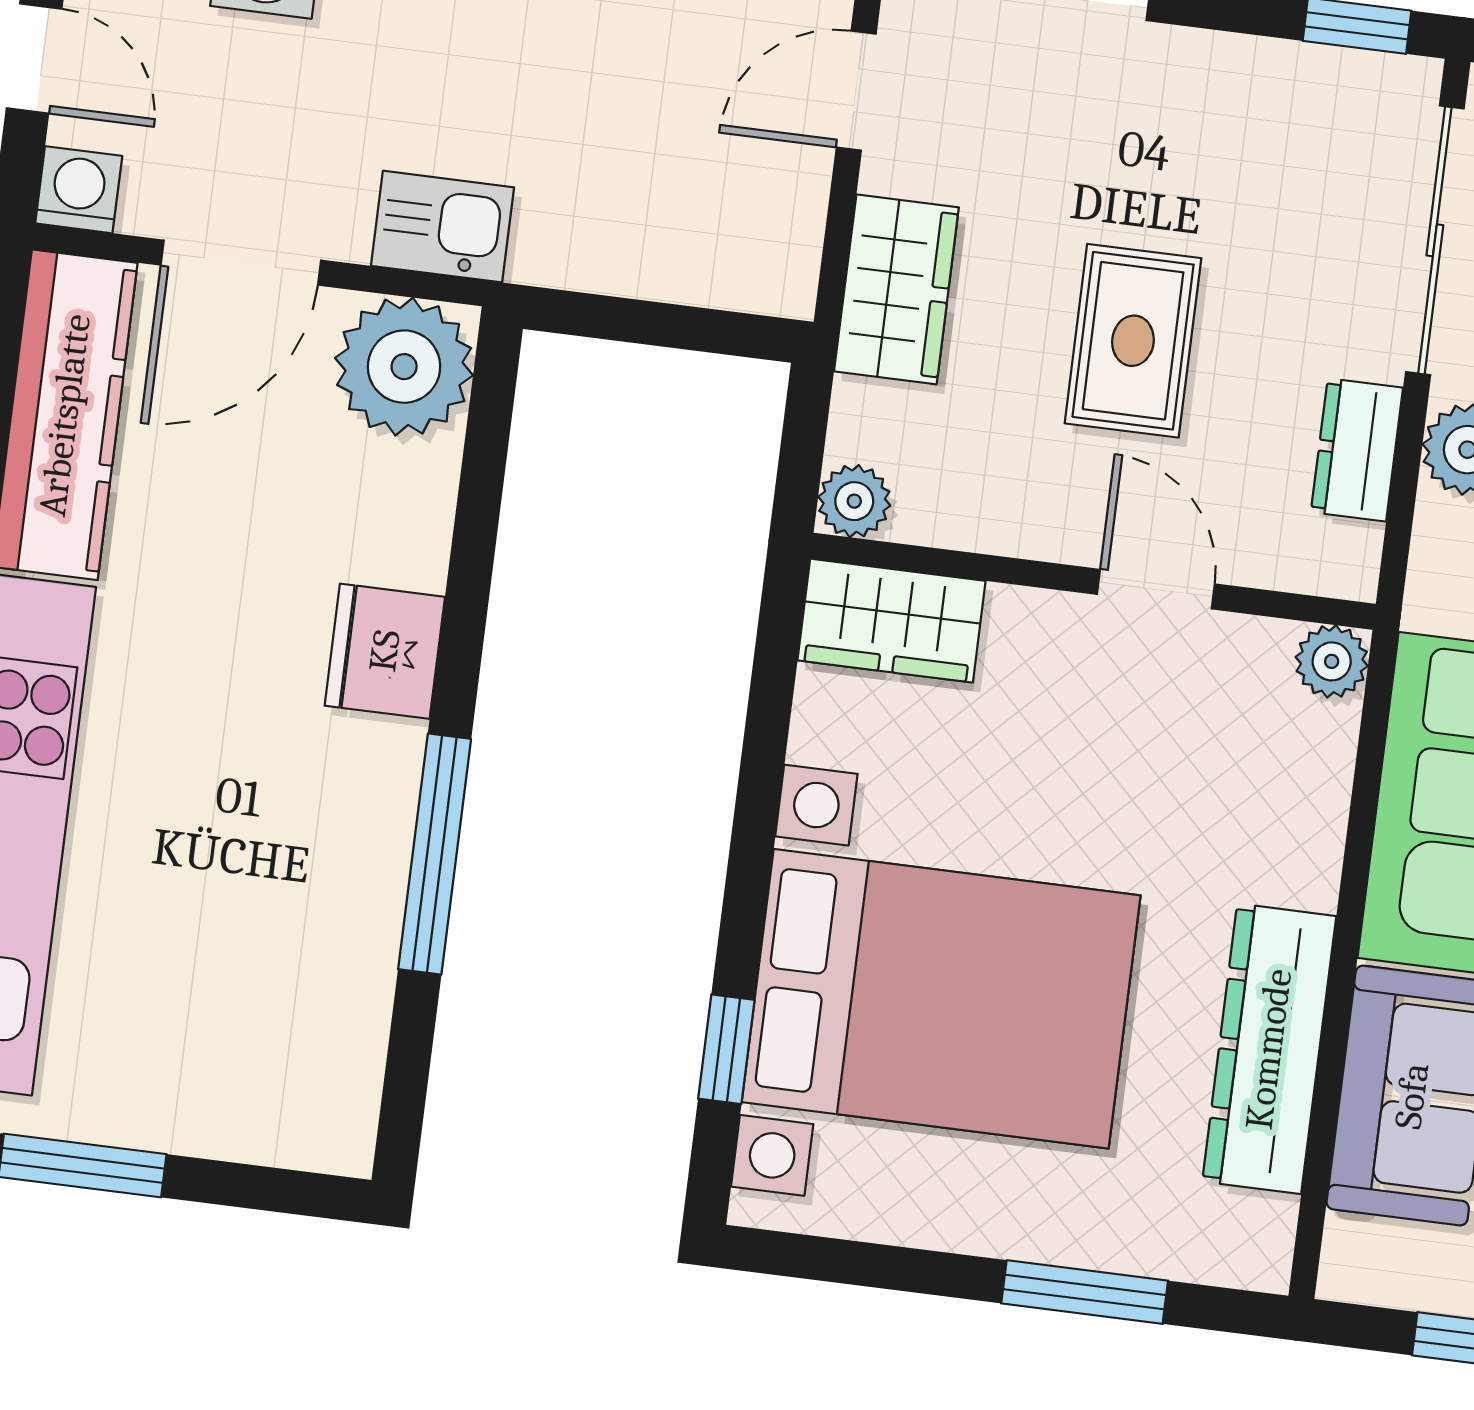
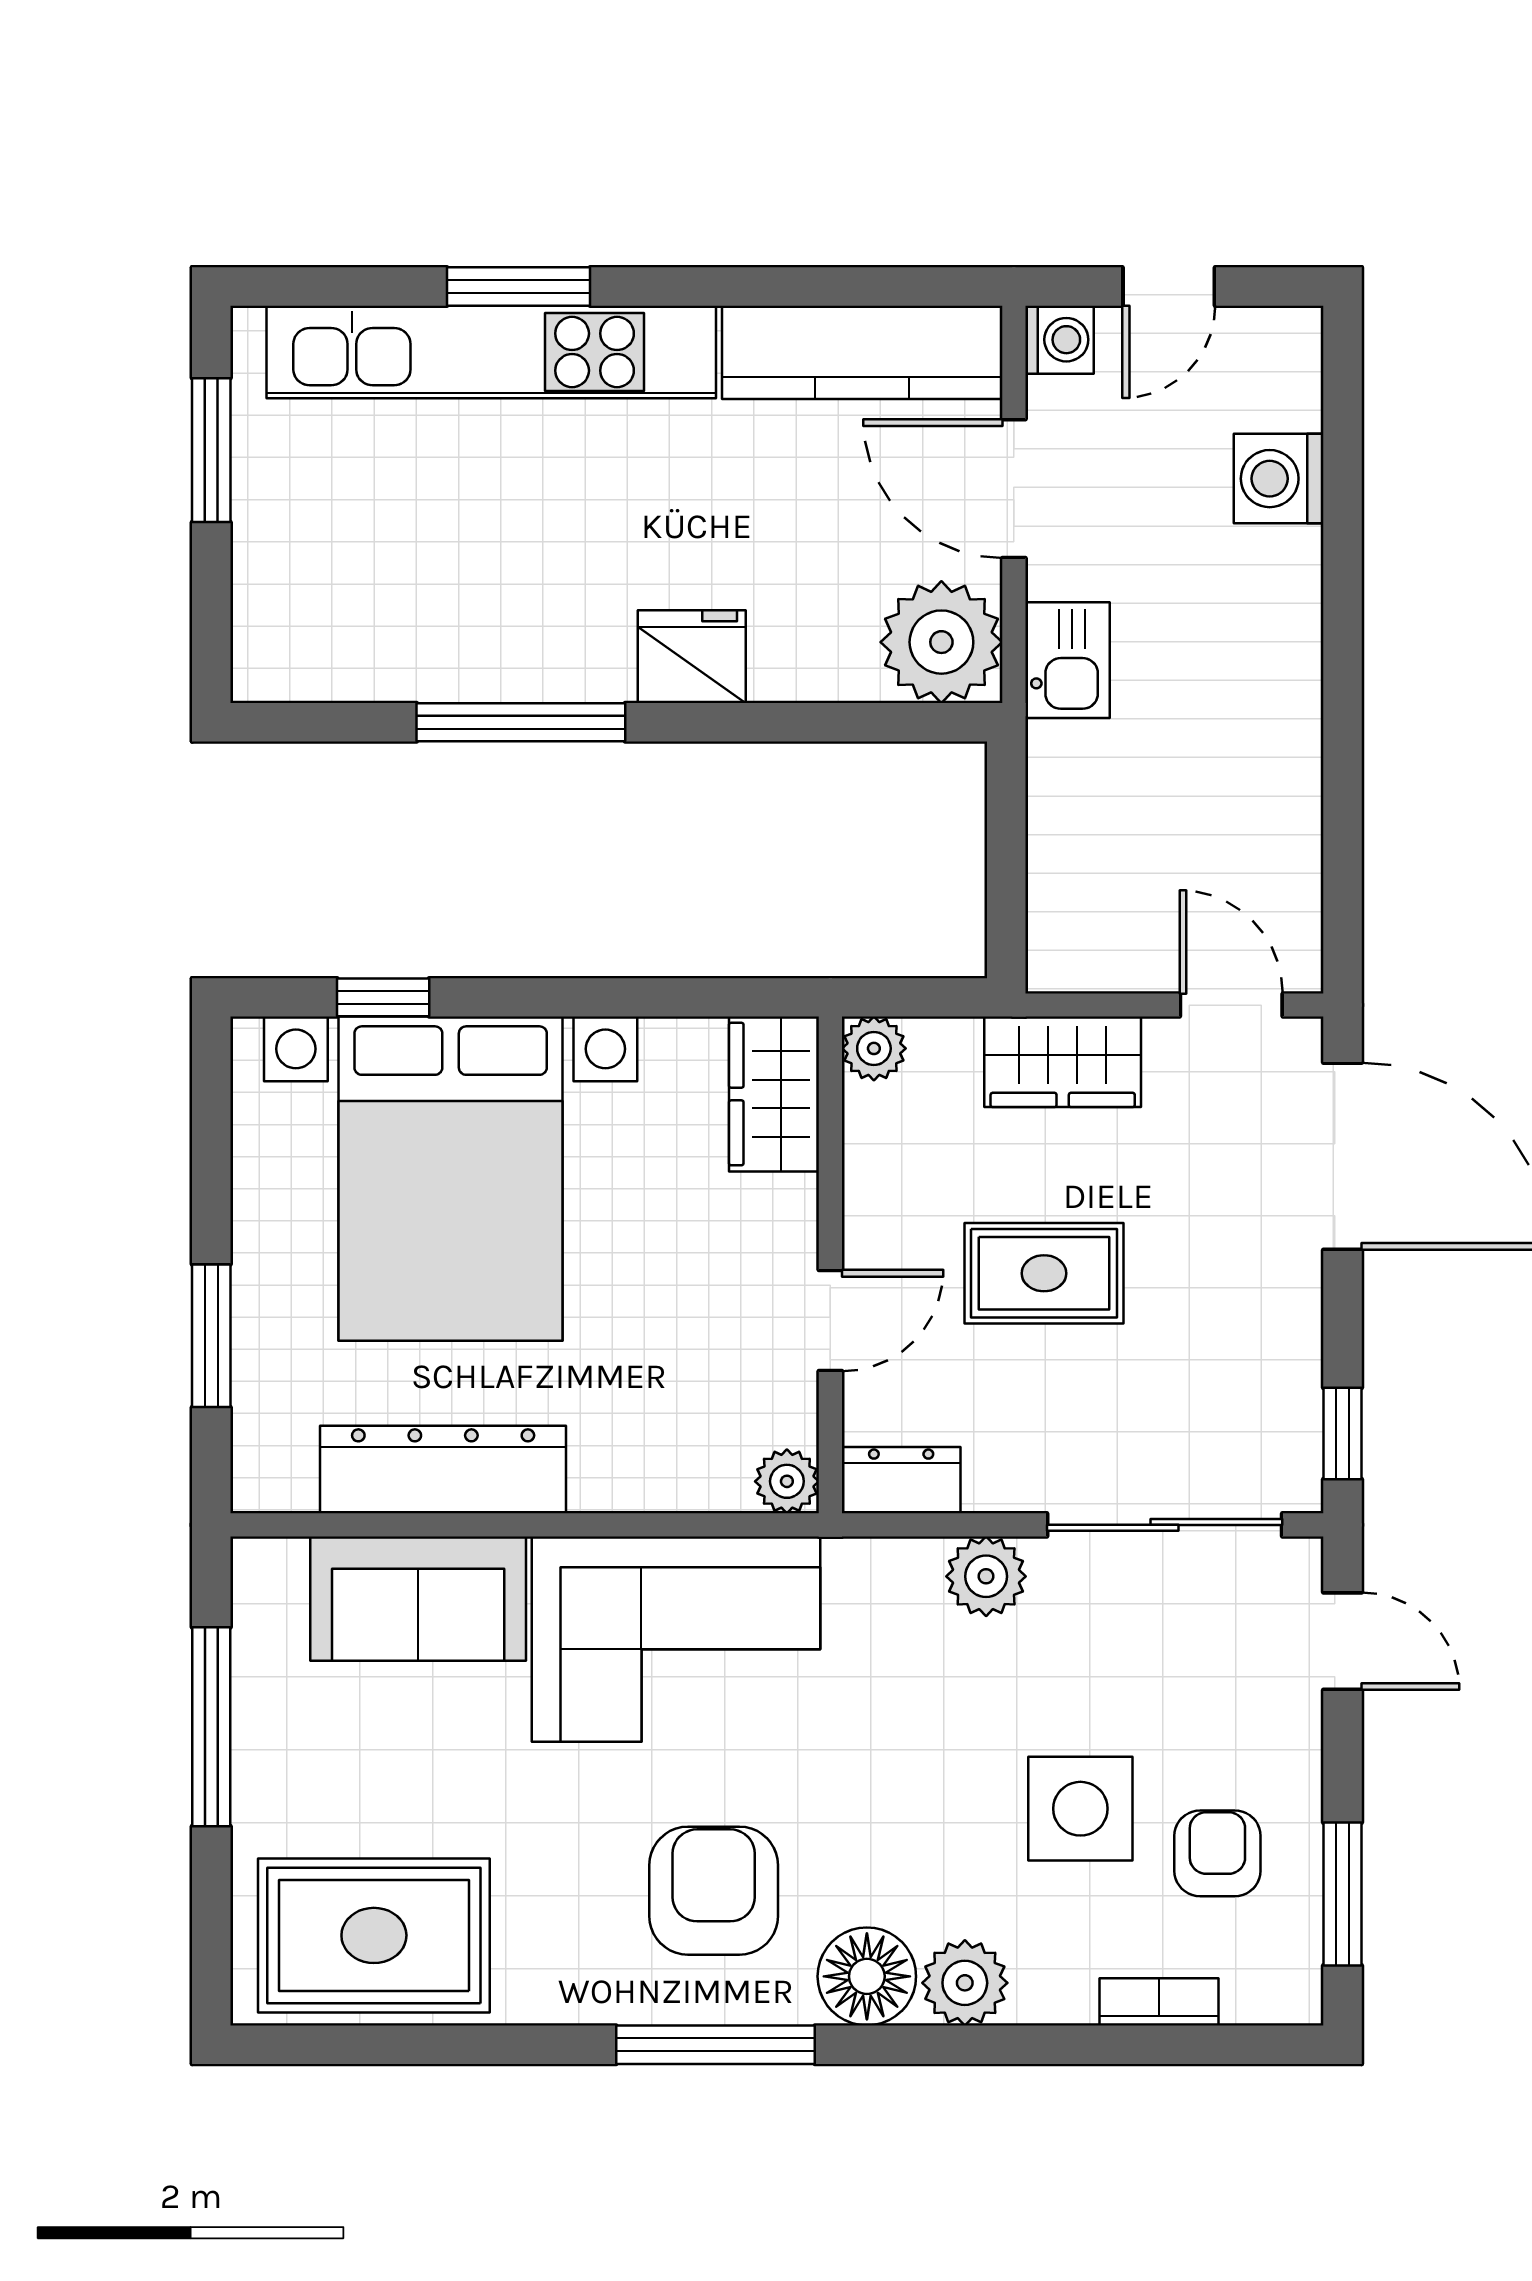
dresser: (1357, 450) -> (901, 1480), moved

